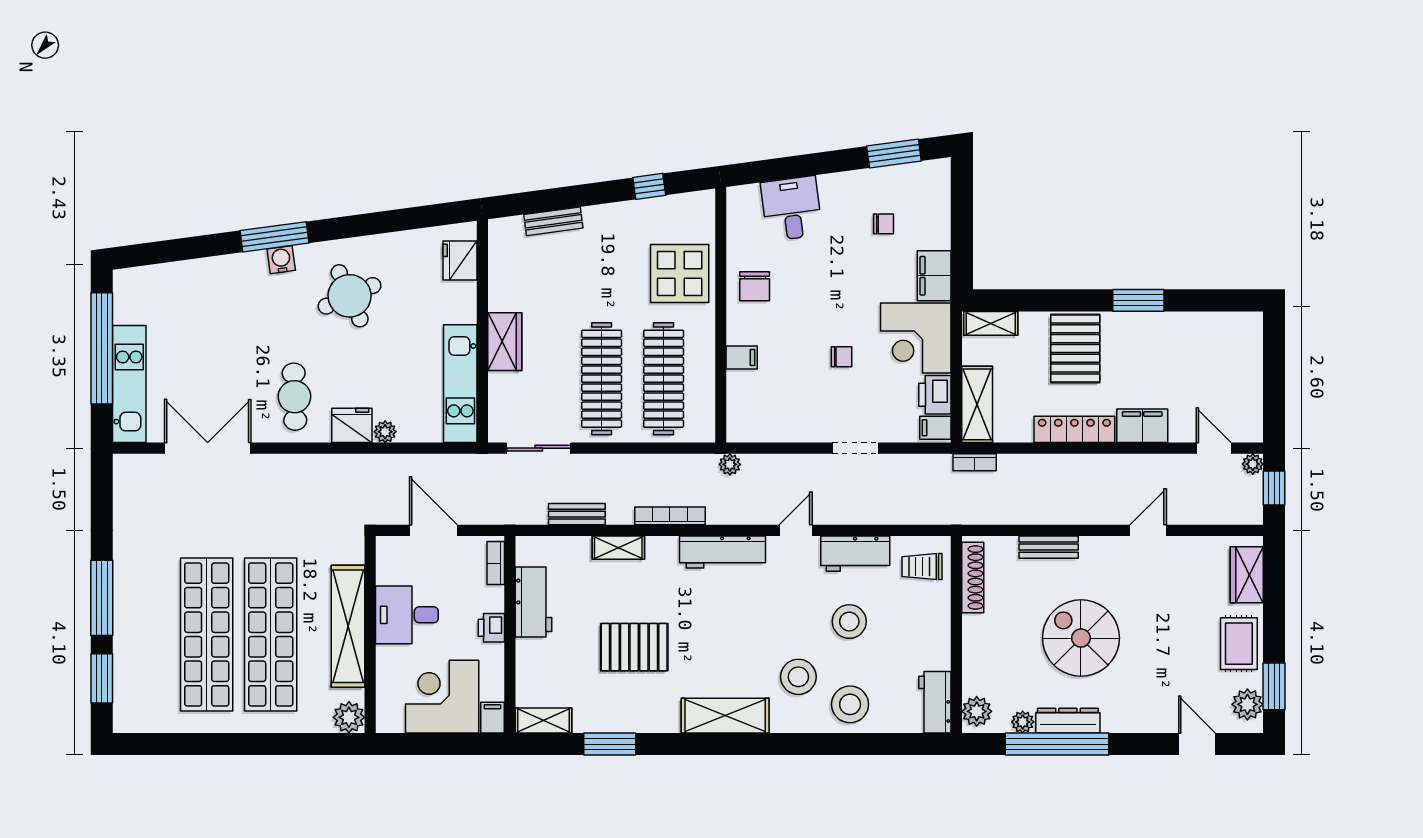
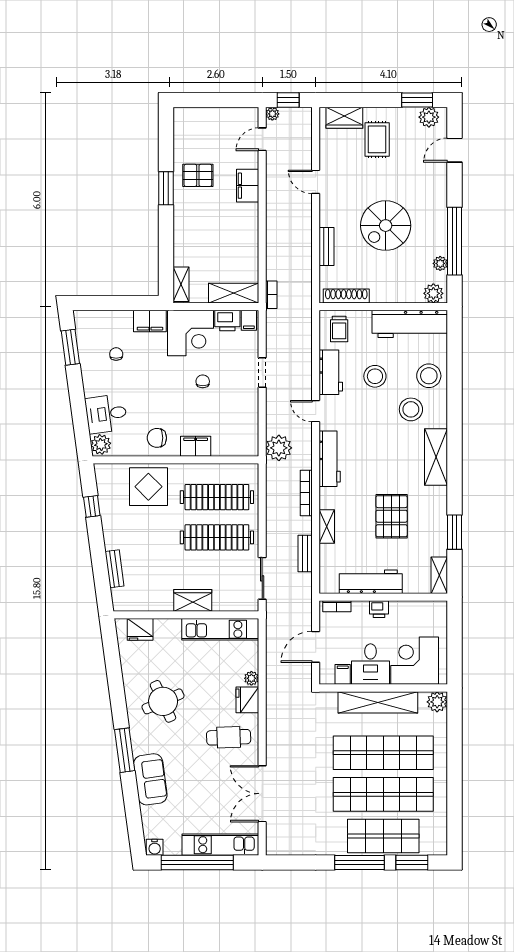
plant: (745, 200) -> (101, 444), added
water cooler: (281, 260) -> (155, 847), moved, turned -82
sofa: (230, 276) -> (150, 779), added
chair: (755, 286) -> (157, 438), turned 180
pallet: (1075, 348) -> (198, 175), moved, width x0.67, depth x0.71
filing cabinet: (742, 358) -> (196, 446), width x2.00
locker: (1074, 429) -> (250, 230), removed
plant: (730, 464) -> (279, 448), width x1.87, depth x1.87
workbench: (533, 602) -> (371, 582), width x1.37
shop shelf: (143, 634) -> (383, 836), added
rug: (1239, 644) -> (377, 139), moved, turned 90
corner desk: (442, 697) -> (415, 661), moved, turned 90
workbench: (935, 702) -> (410, 324), width x1.88, depth x1.32
filing cabinet: (492, 718) -> (343, 674), moved, turned 90
dresser: (1068, 721) -> (439, 234), removed

